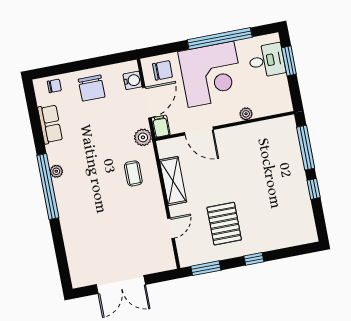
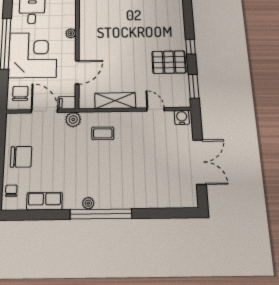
water cooler: (133, 80) -> (182, 117), moved
pallet: (224, 224) -> (169, 62), moved

